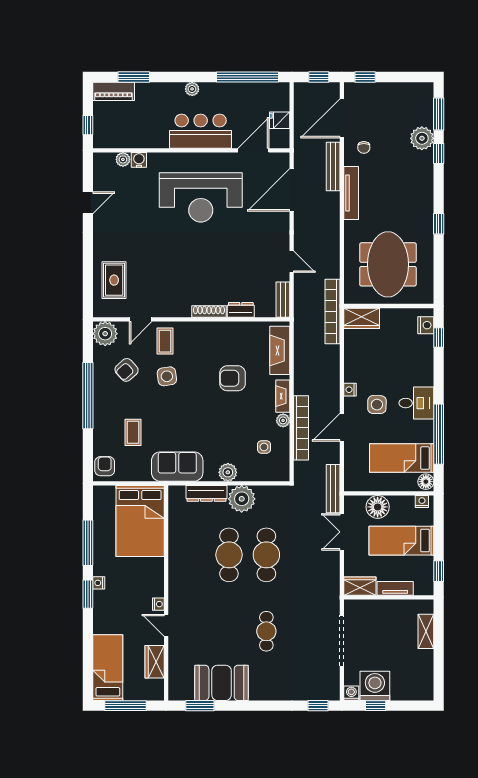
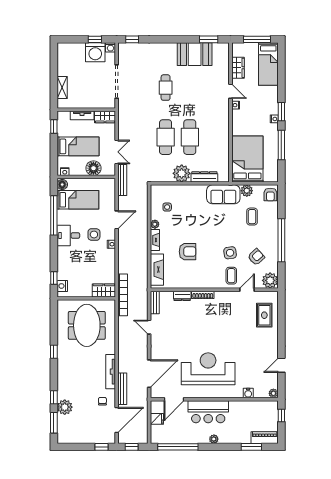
plant: (123, 159) -> (273, 393), moved
bookcase: (301, 428) -> (143, 219), removed
plant: (228, 472) -> (247, 191), moved

